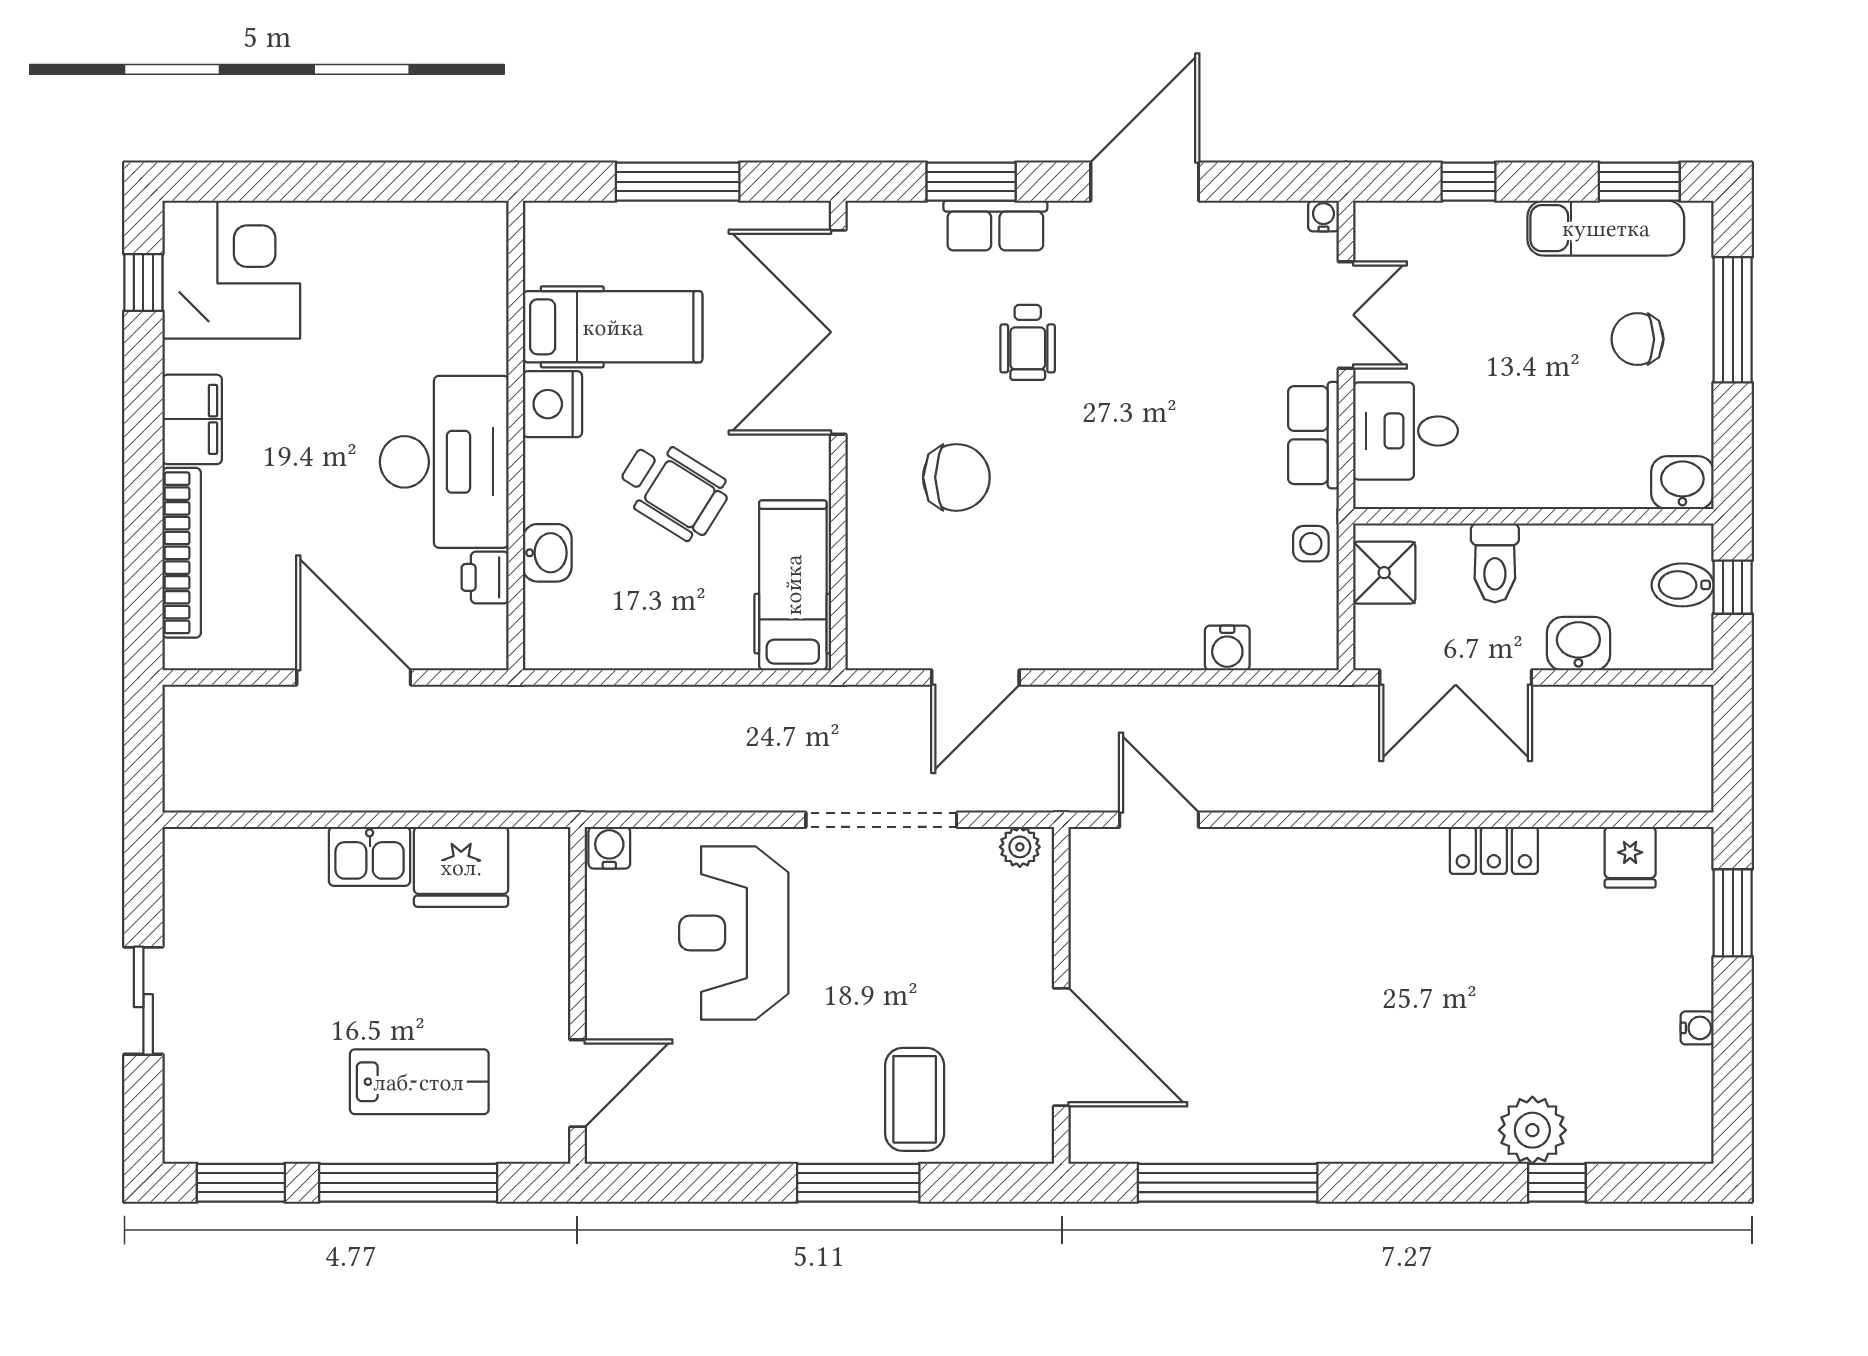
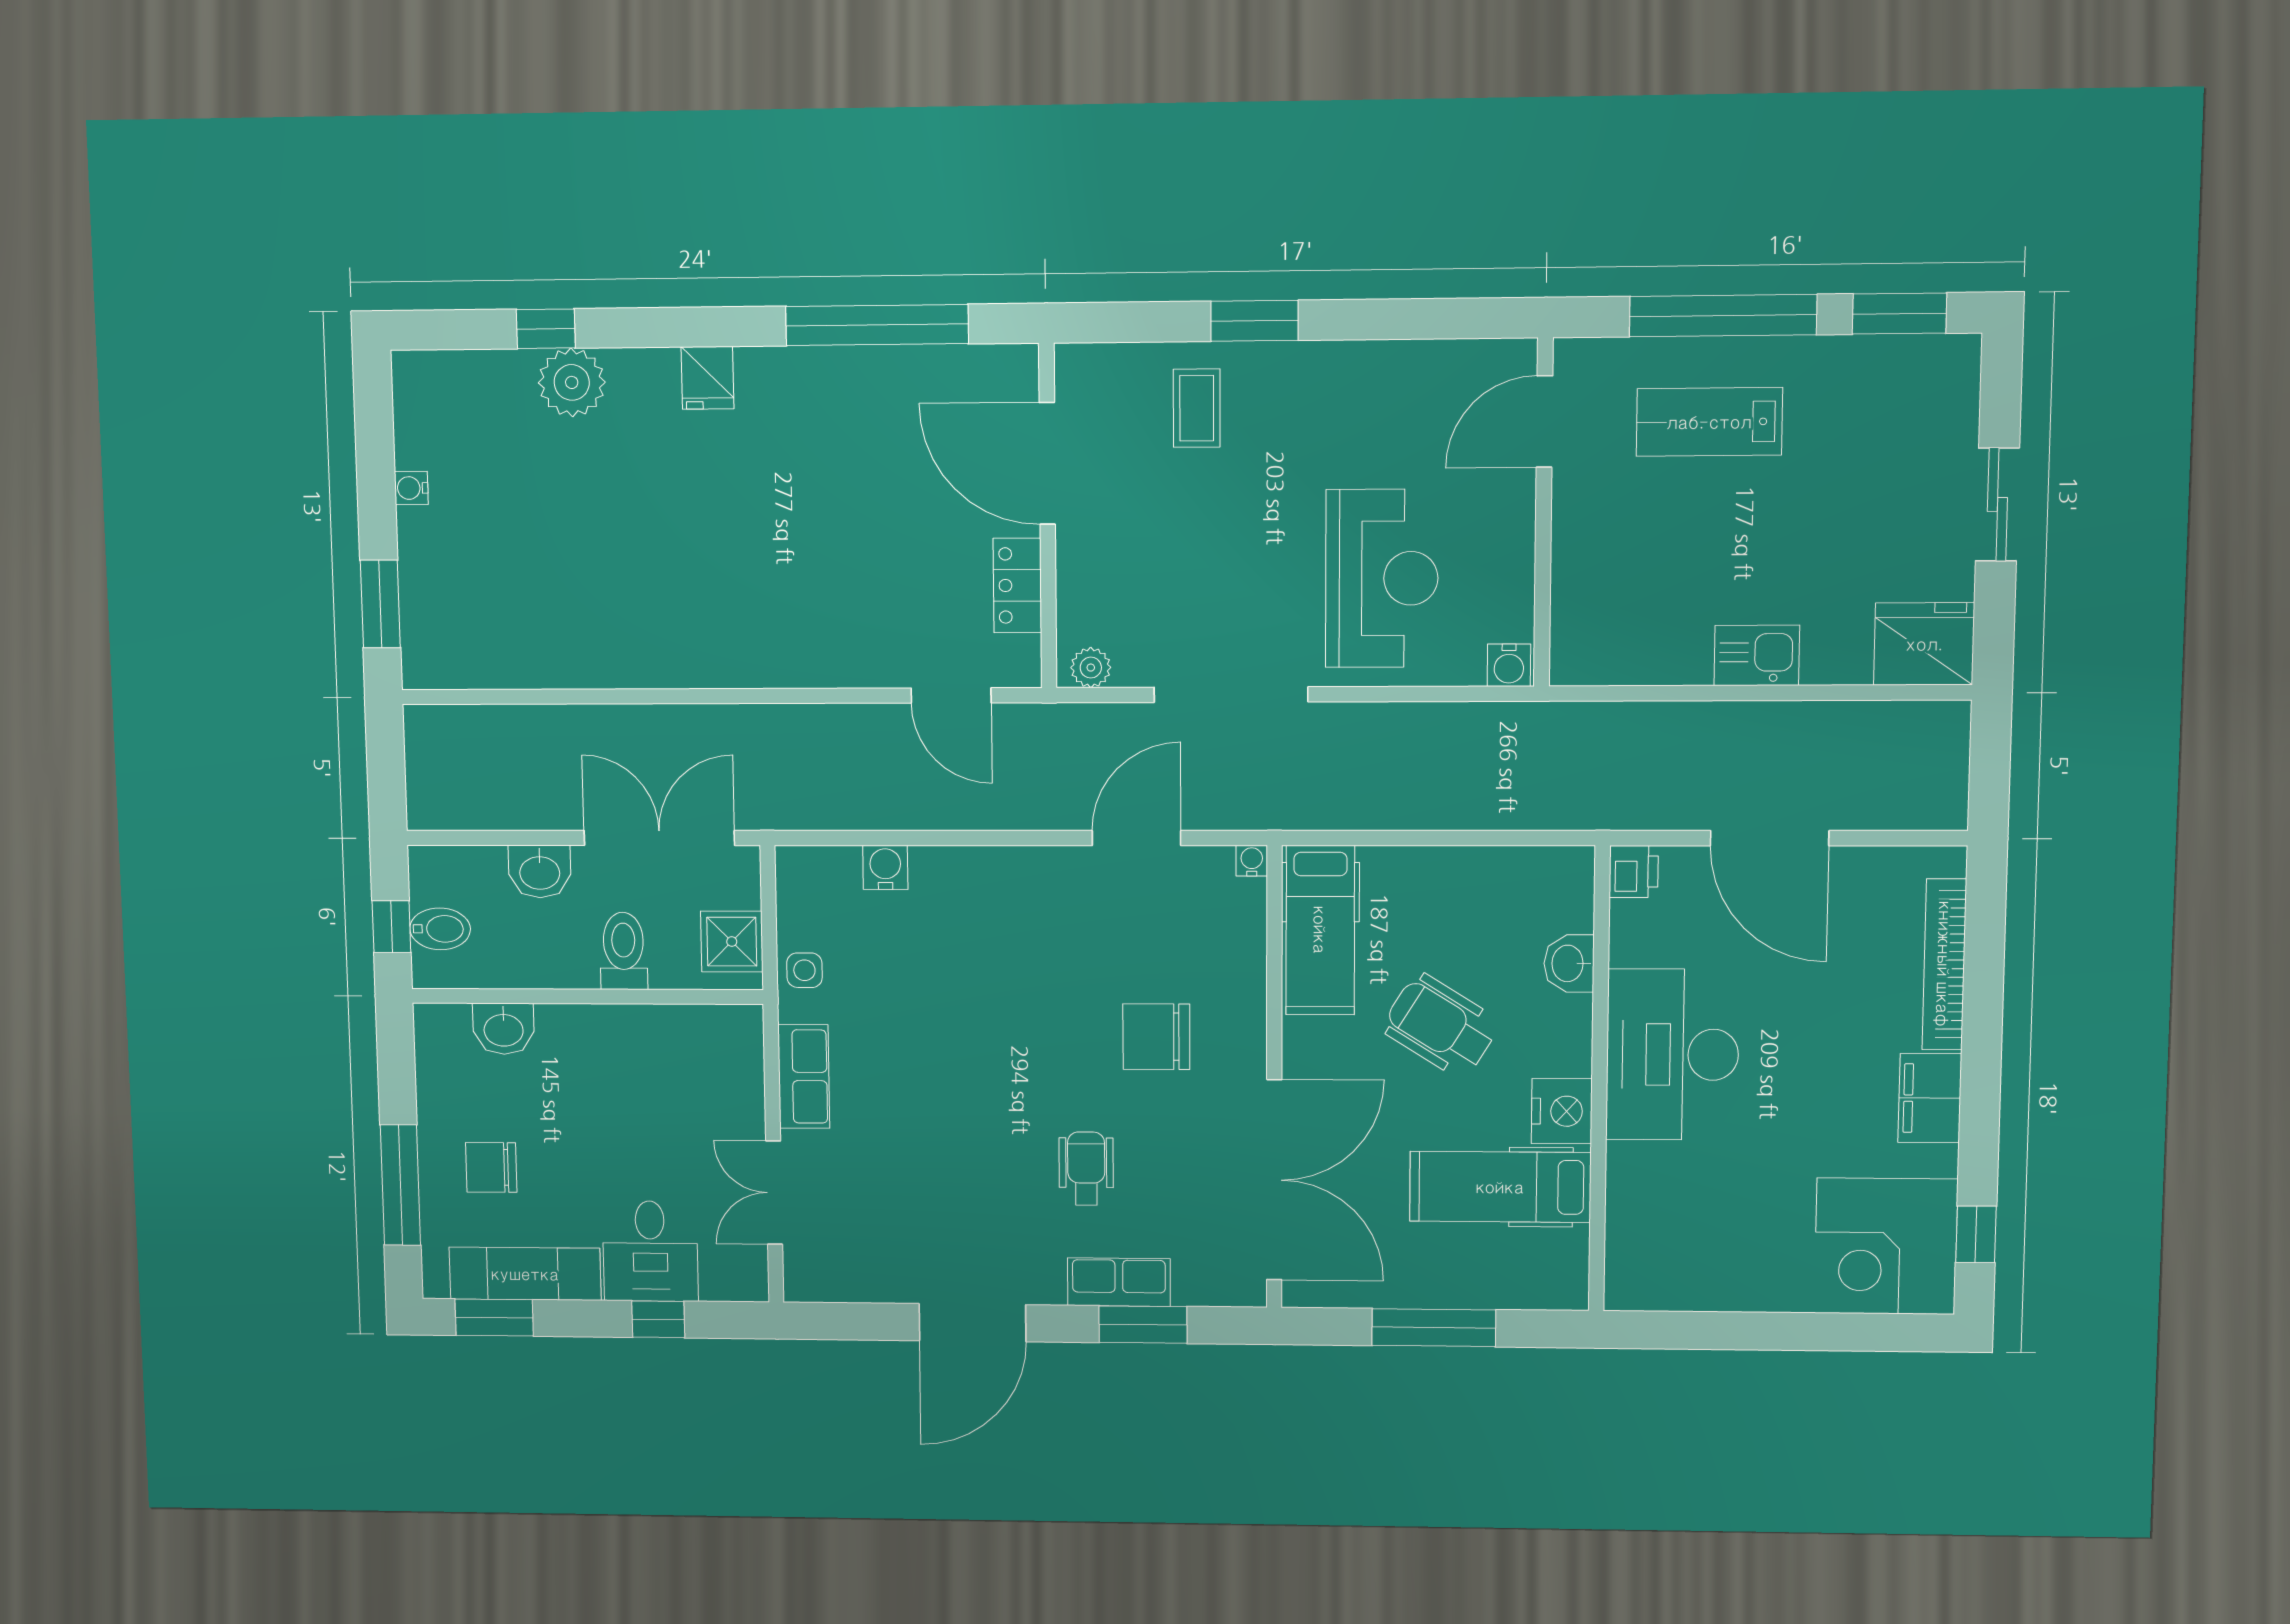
water cooler: (1323, 216) -> (1252, 861), moved, turned 180
chair: (1637, 339) -> (491, 1167), turned 180
desk: (1405, 431) -> (650, 1251), moved, turned 90
washbasin: (1682, 483) -> (504, 1029), moved
printer: (485, 577) -> (1634, 871), moved
locker: (1494, 850) -> (1017, 585), moved, turned -90
fridge: (1630, 857) -> (708, 378), moved, turned 180
fridge: (461, 867) -> (1924, 644), moved
coffee table: (915, 1099) -> (1197, 408), width x0.73, depth x0.77
window: (858, 1183) -> (1254, 321), width x0.69

